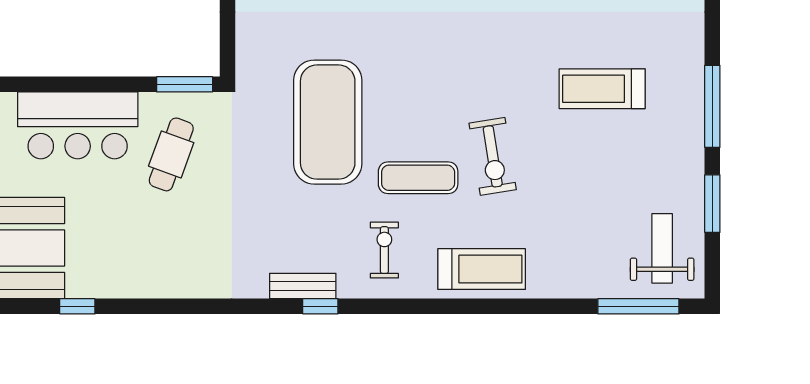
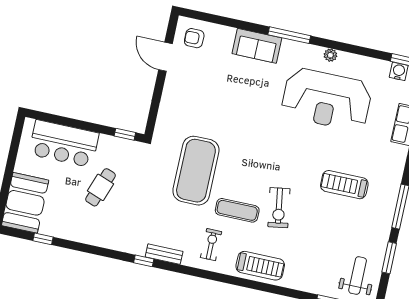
window: (185, 84) -> (125, 134), width x0.67
cafe table: (171, 154) -> (101, 187), moved
window: (320, 306) -> (144, 261), moved

